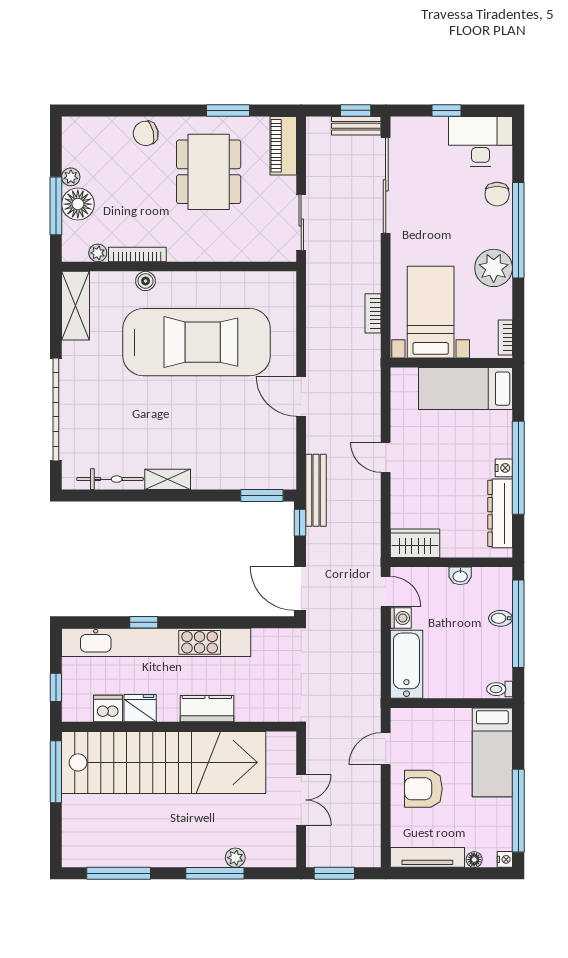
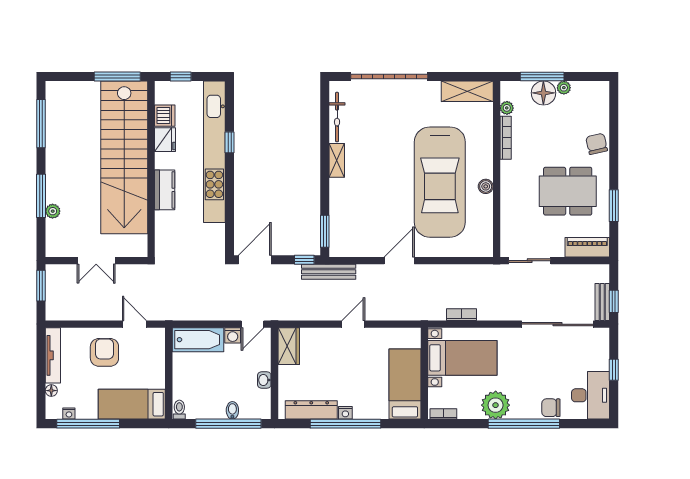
boiler: (146, 281) -> (486, 186), moved
nightstand: (505, 859) -> (69, 414), moved

